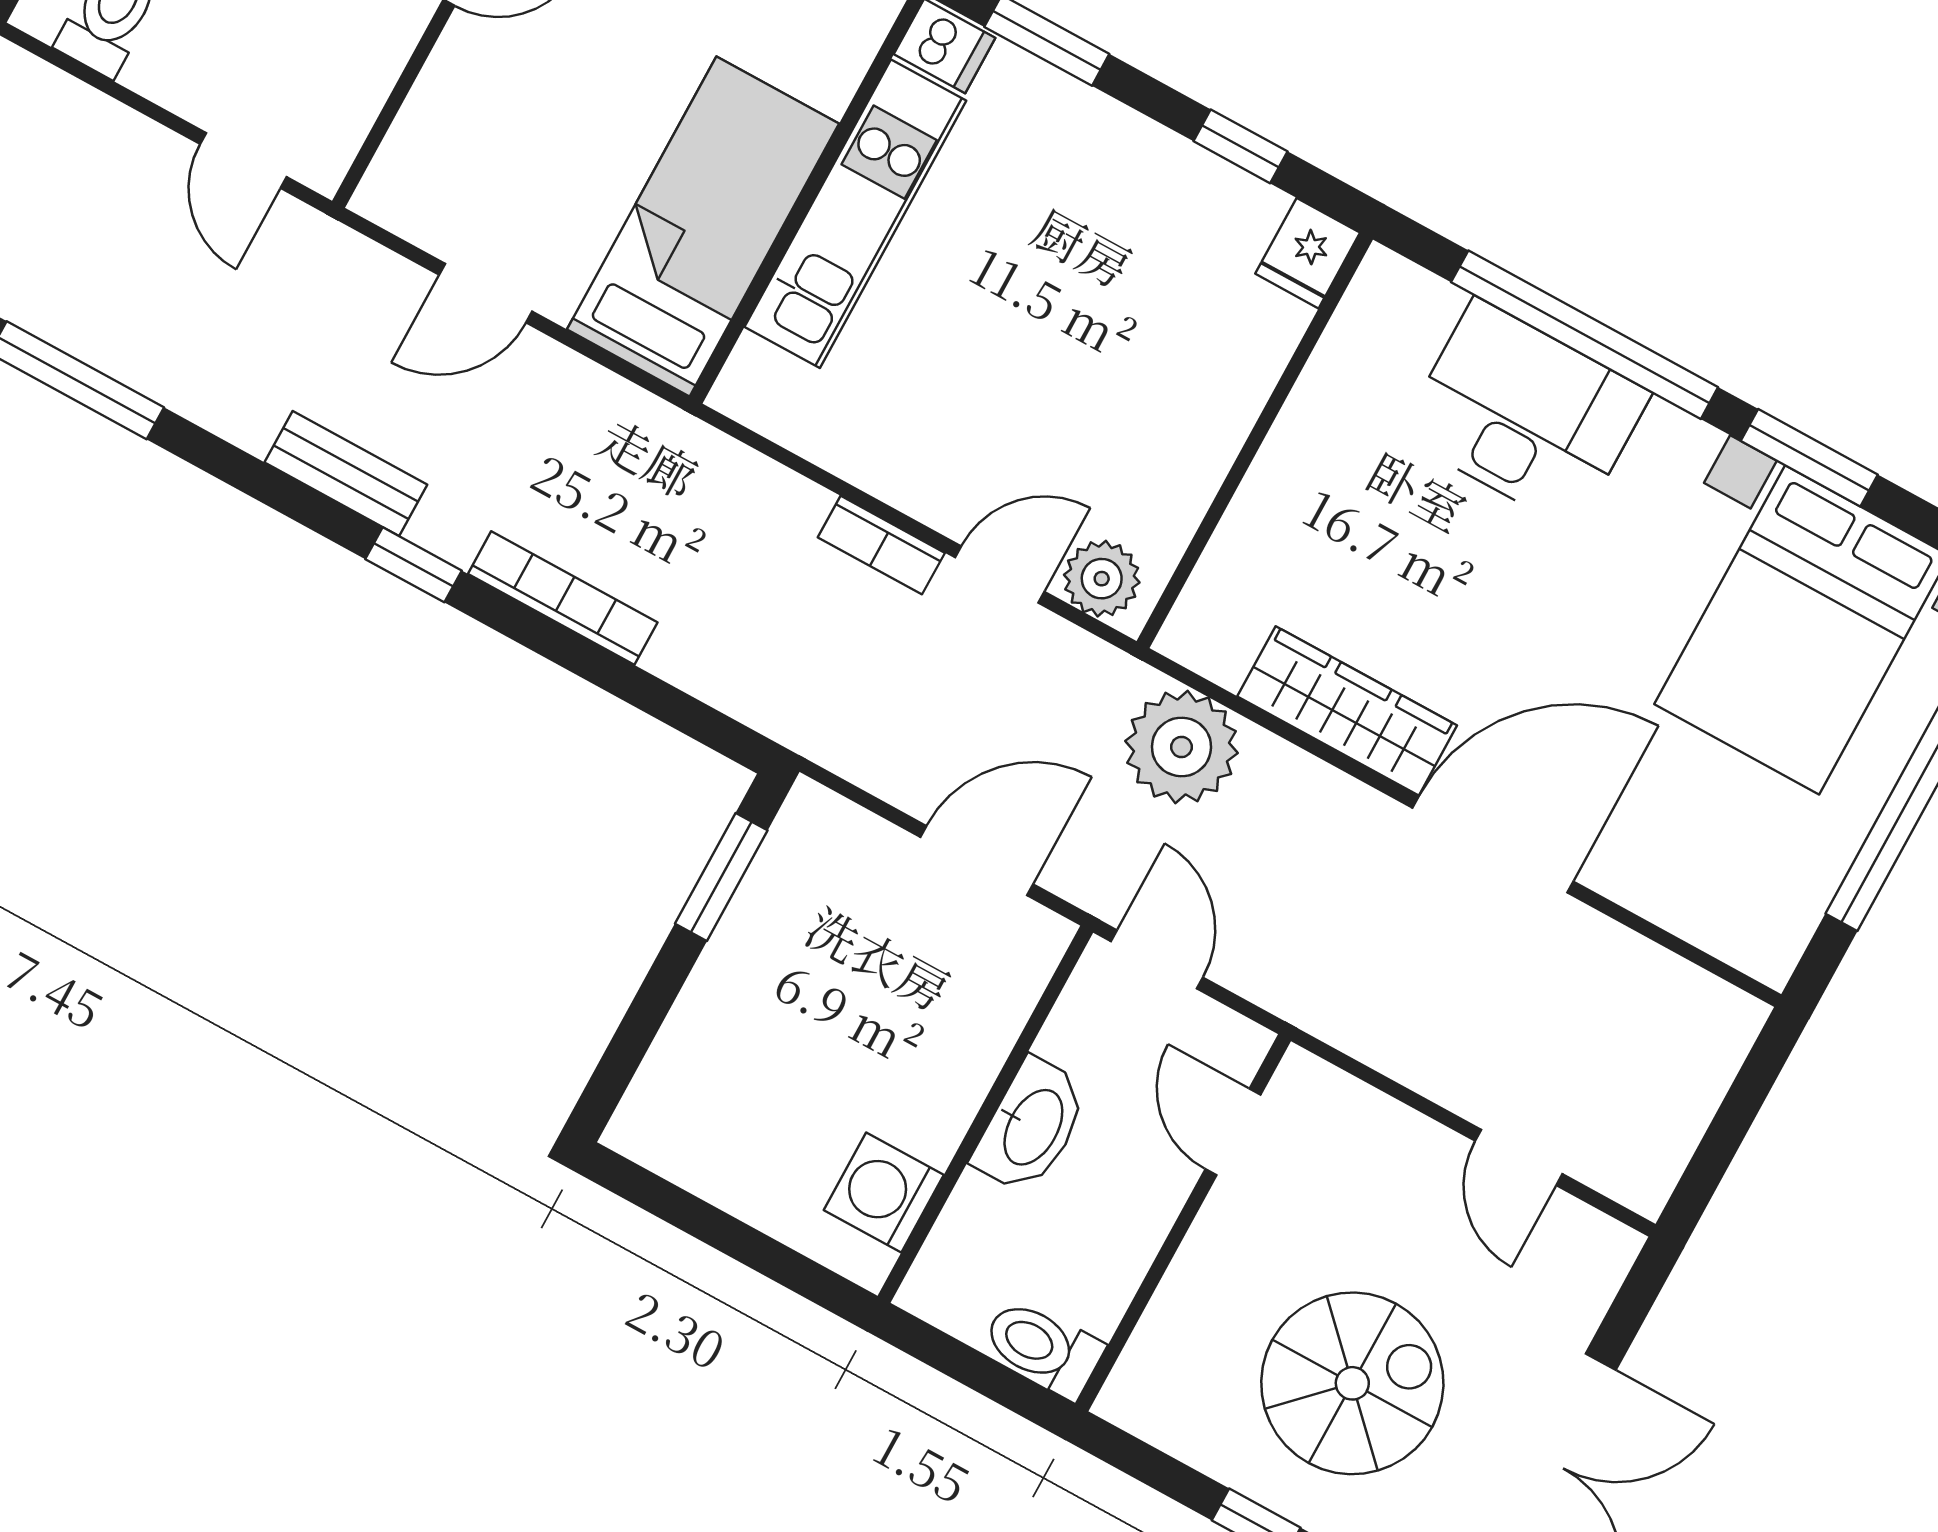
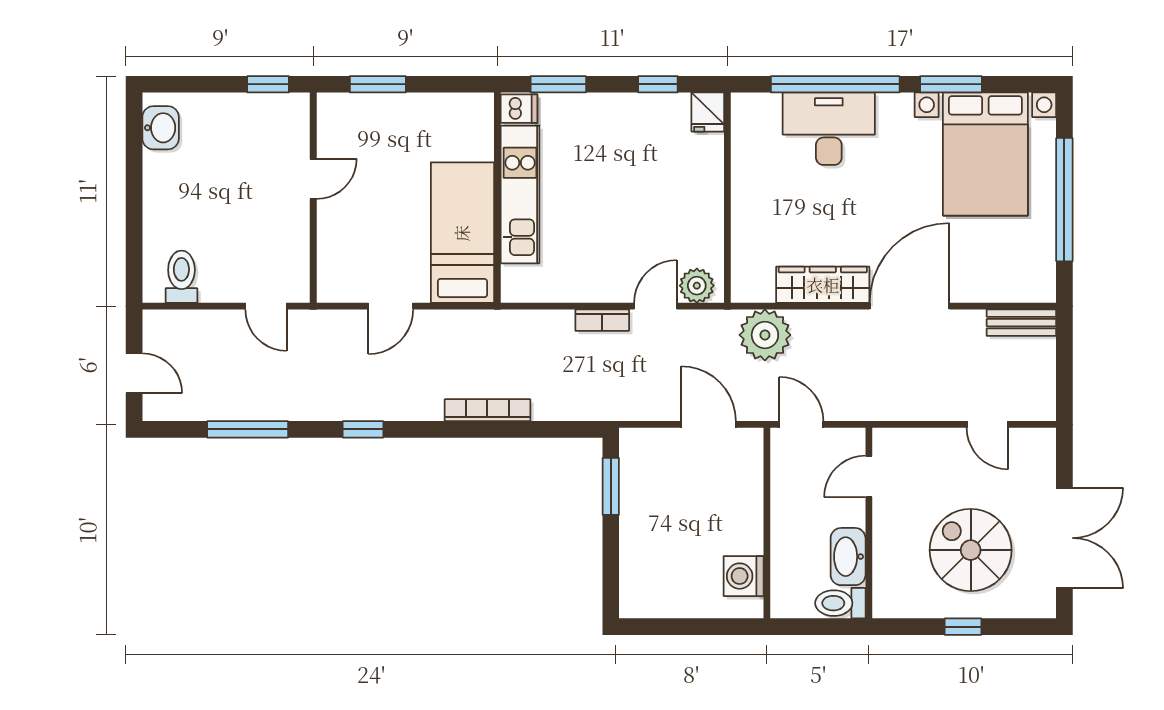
bench: (346, 474) -> (1021, 323), moved
window: (414, 565) -> (363, 429), moved
door: (977, 861) -> (708, 424), hinge flipped
washbasin: (1031, 1126) -> (848, 557), moved, turned 180
door: (1233, 1132) -> (869, 476), hinge flipped
spiral stairs: (1352, 1383) -> (971, 550), turned -90

